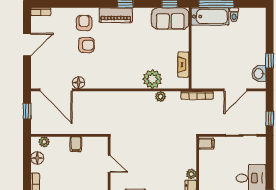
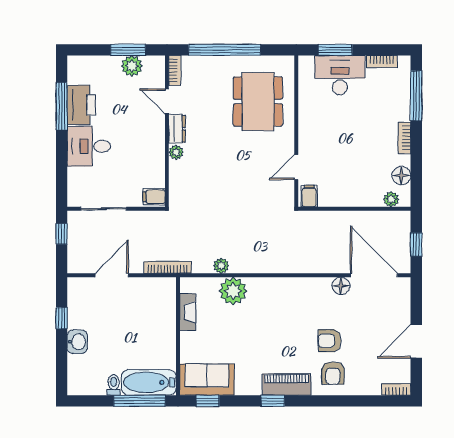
washbasin: (259, 74) -> (77, 342), moved
filing cabinet: (76, 144) -> (309, 196), moved
door: (109, 164) -> (296, 167), hinge flipped

